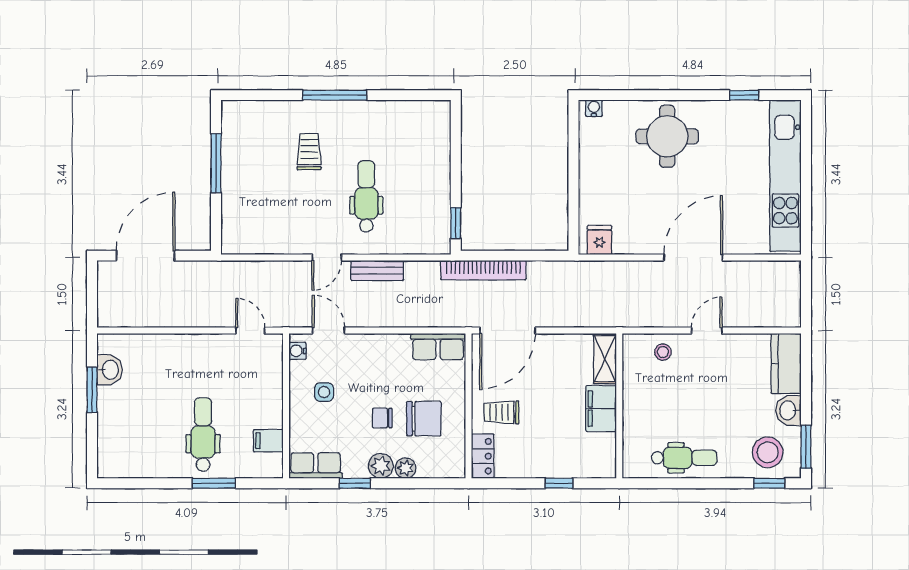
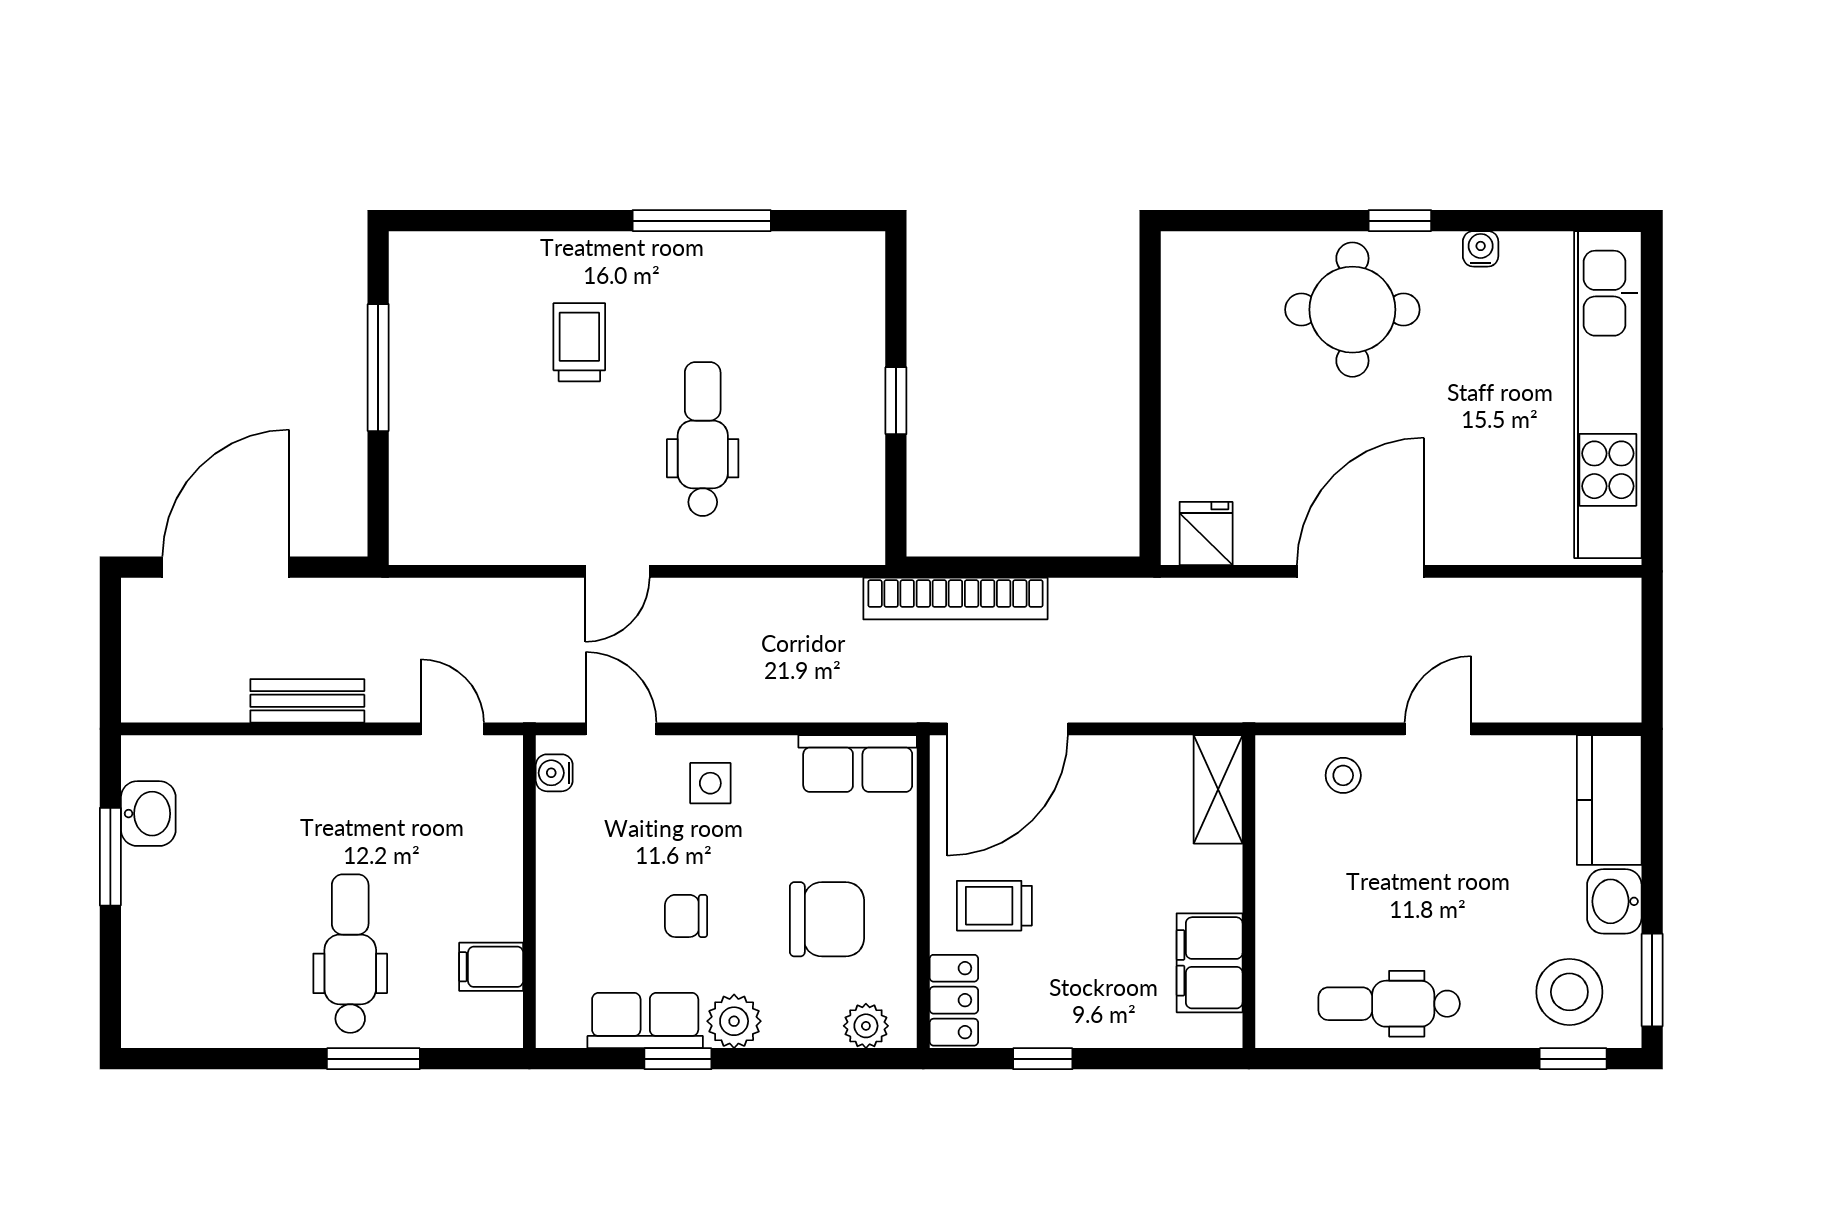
window: (335, 95) -> (702, 221), moved
window: (744, 95) -> (1400, 221), moved
water cooler: (594, 108) -> (1481, 249), moved
window: (456, 223) -> (896, 401), moved
door: (693, 258) -> (1361, 571), moved
bench: (377, 271) -> (307, 701), moved
side table: (324, 392) -> (710, 783), moved
filing cabinet: (601, 409) -> (1210, 963), moved
chair: (382, 418) -> (686, 916), moved
dental chair: (684, 458) -> (1389, 1004), turned 180
row of seats: (316, 466) -> (645, 1021), moved
plant: (406, 468) -> (866, 1026), moved
window: (559, 483) -> (1043, 1059), moved

